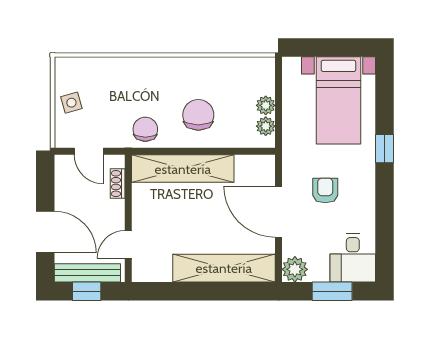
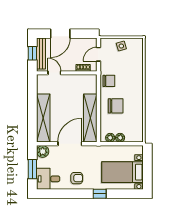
shelving: (183, 169) -> (90, 118), moved
armchair: (325, 190) -> (77, 178), moved

